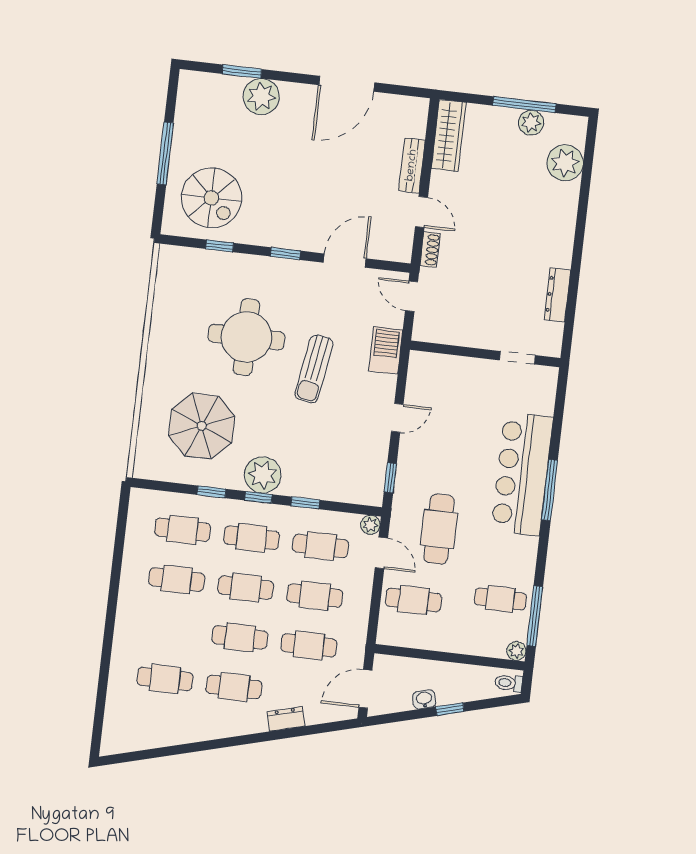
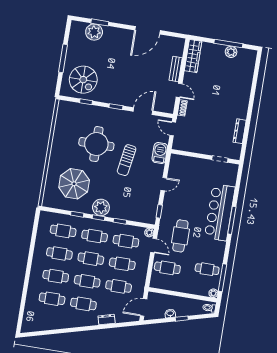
plant: (261, 97) -> (94, 32), moved
plant: (565, 163) -> (246, 71), removed
cafe table: (171, 629) -> (56, 276), added

